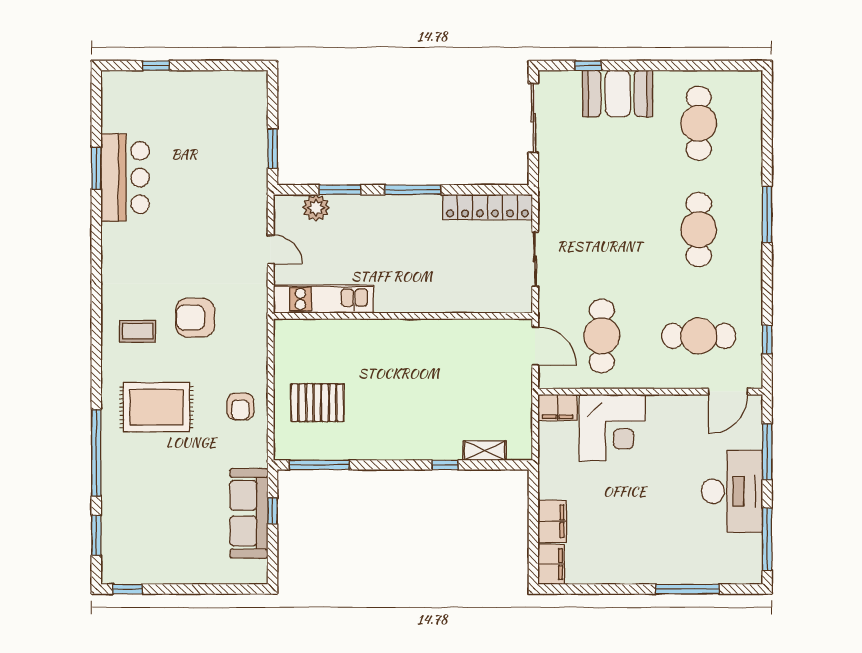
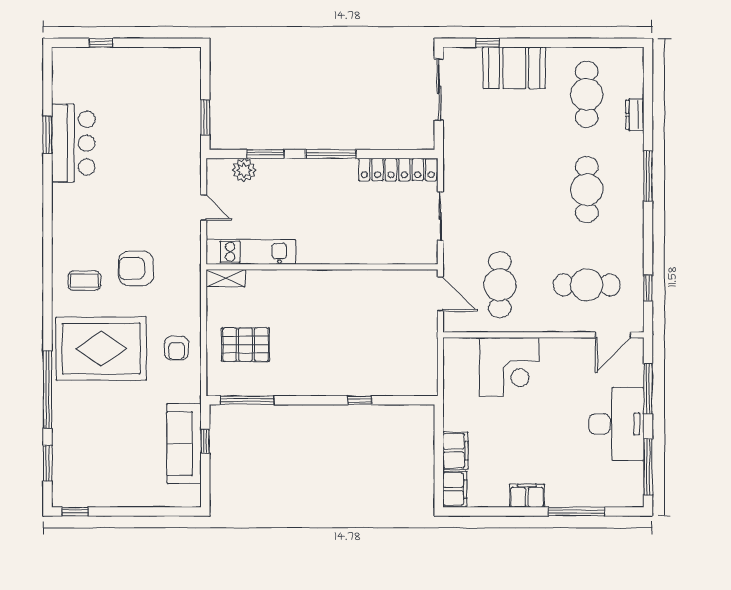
dresser: (752, 146) -> (635, 115), added
rug: (156, 407) -> (101, 349), width x1.37, depth x1.44
filing cabinet: (558, 408) -> (527, 496), moved, turned 180
shelving: (484, 451) -> (225, 278), moved

